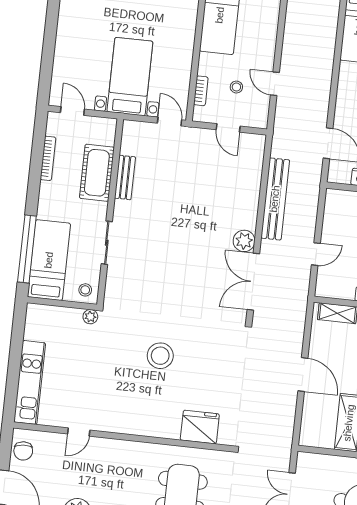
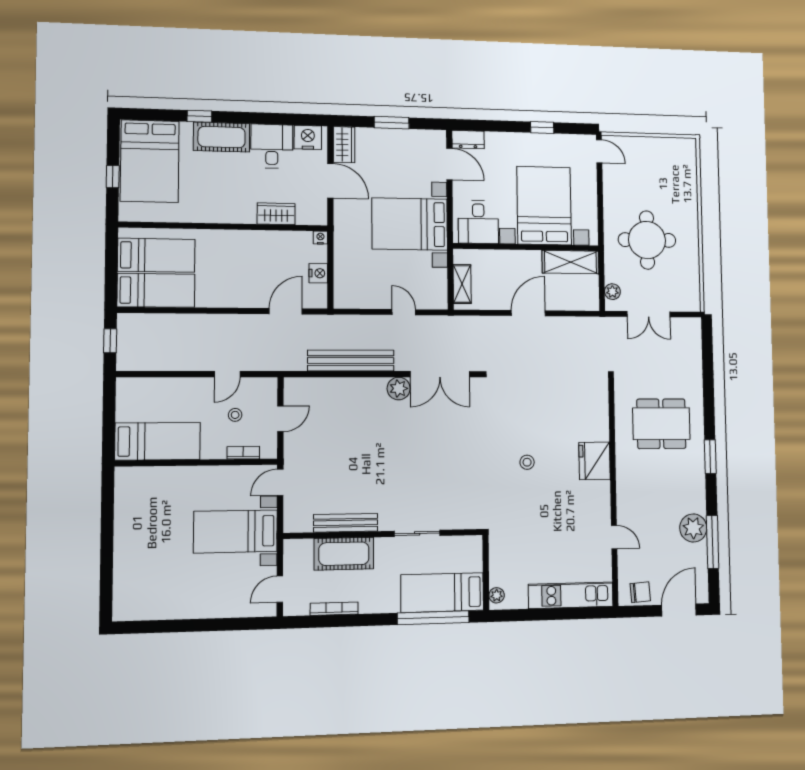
bench: (125, 177) -> (346, 523), width x1.36
stool: (85, 290) -> (469, 550), removed
plant: (90, 317) -> (497, 595), moved
stool: (160, 356) -> (527, 462), width x0.53, depth x0.53
fridge: (200, 427) -> (595, 461), moved
plant: (316, 461) -> (612, 292), added

